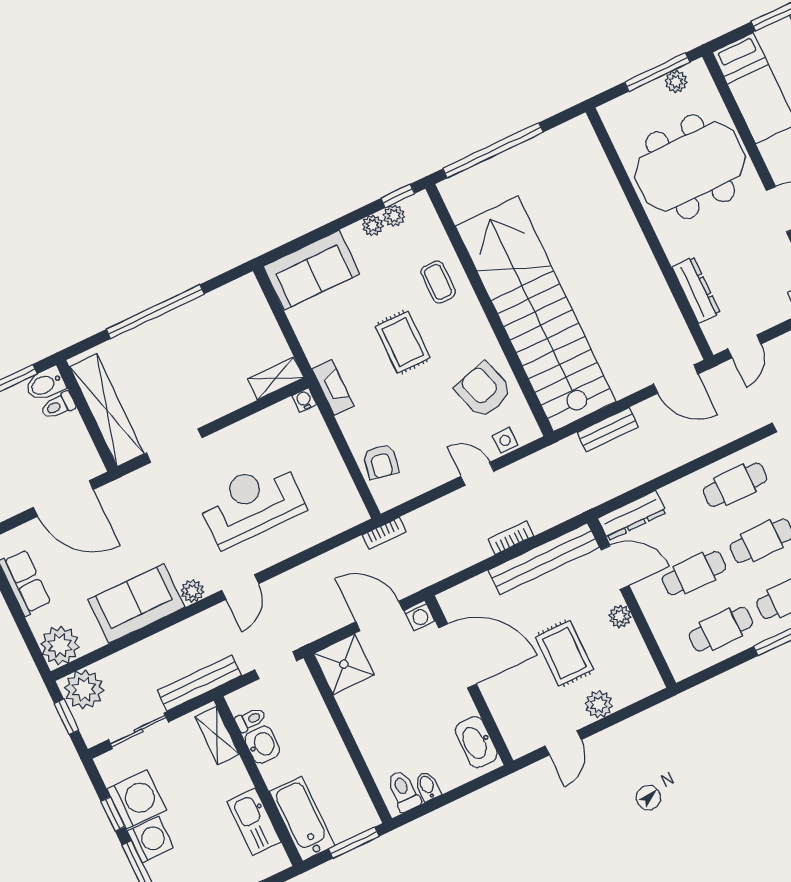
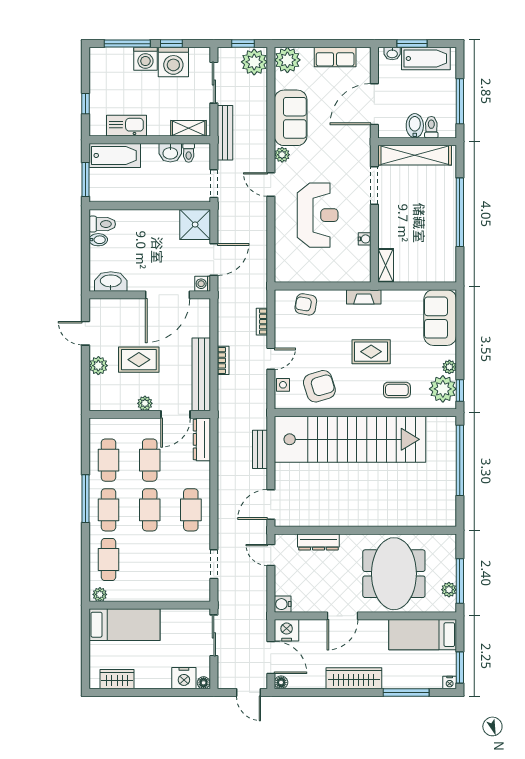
plant: (394, 216) -> (443, 389), width x1.88, depth x1.88
bidet: (45, 384) -> (415, 126), moved
water cooler: (304, 400) -> (365, 239), moved
bookcase: (384, 533) -> (262, 322), moved

